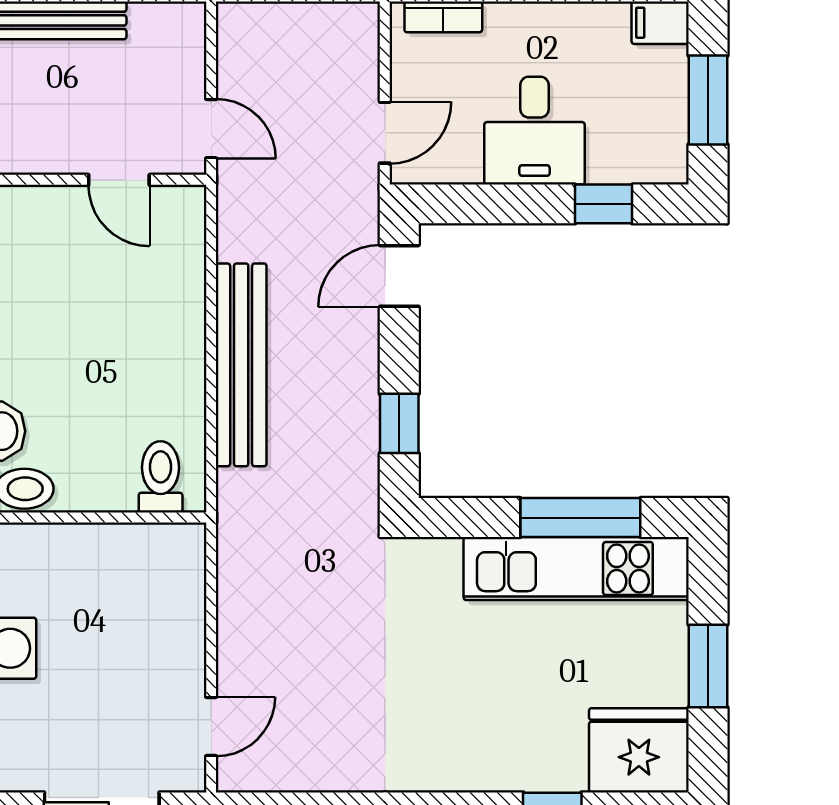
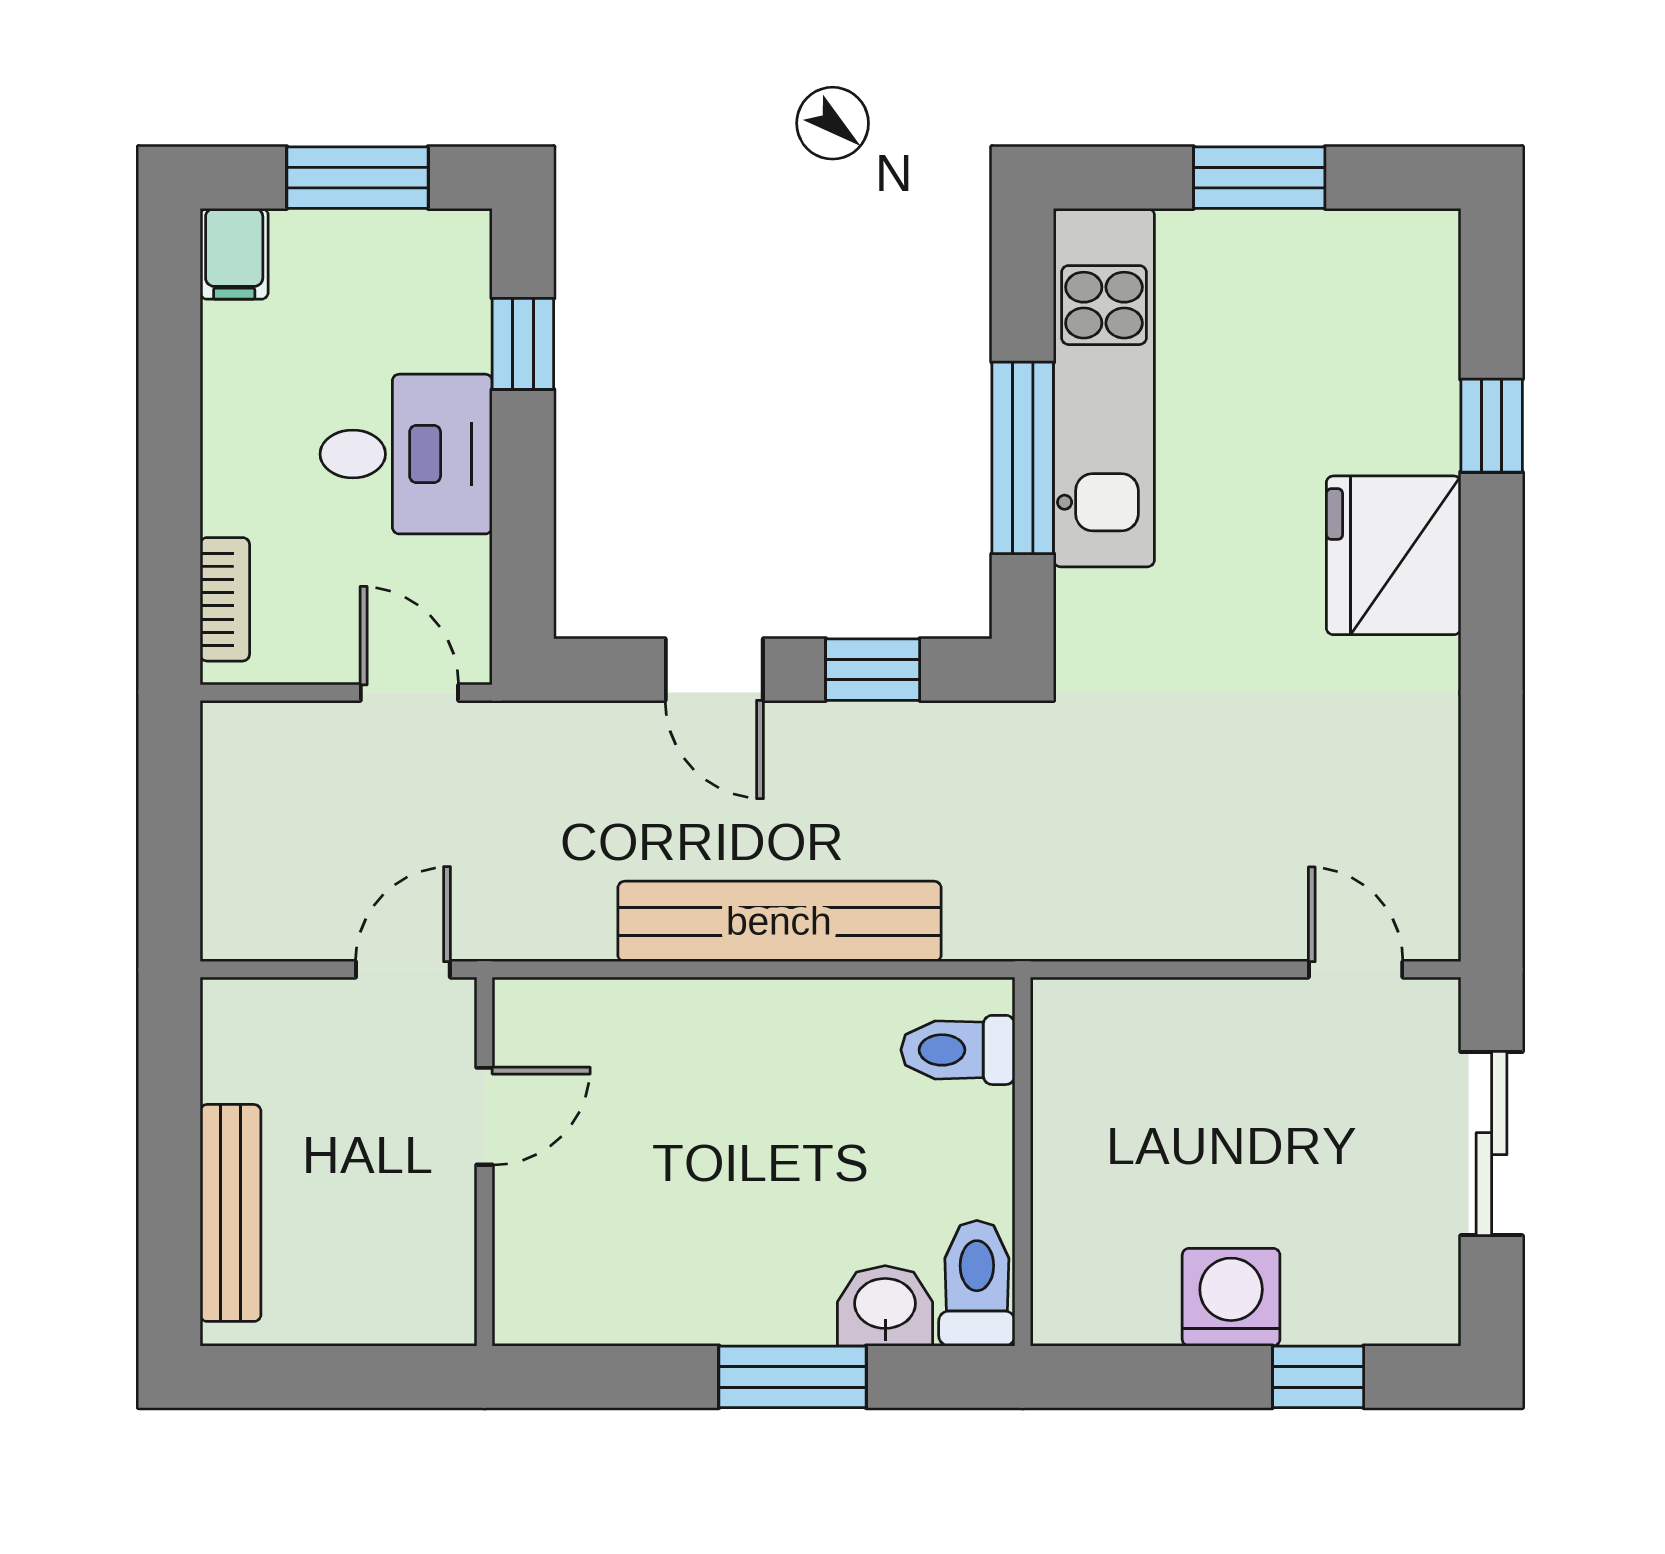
door: (399, 276) -> (714, 670), moved
window: (580, 518) -> (1023, 458), moved
fridge: (639, 750) -> (1394, 555), moved

